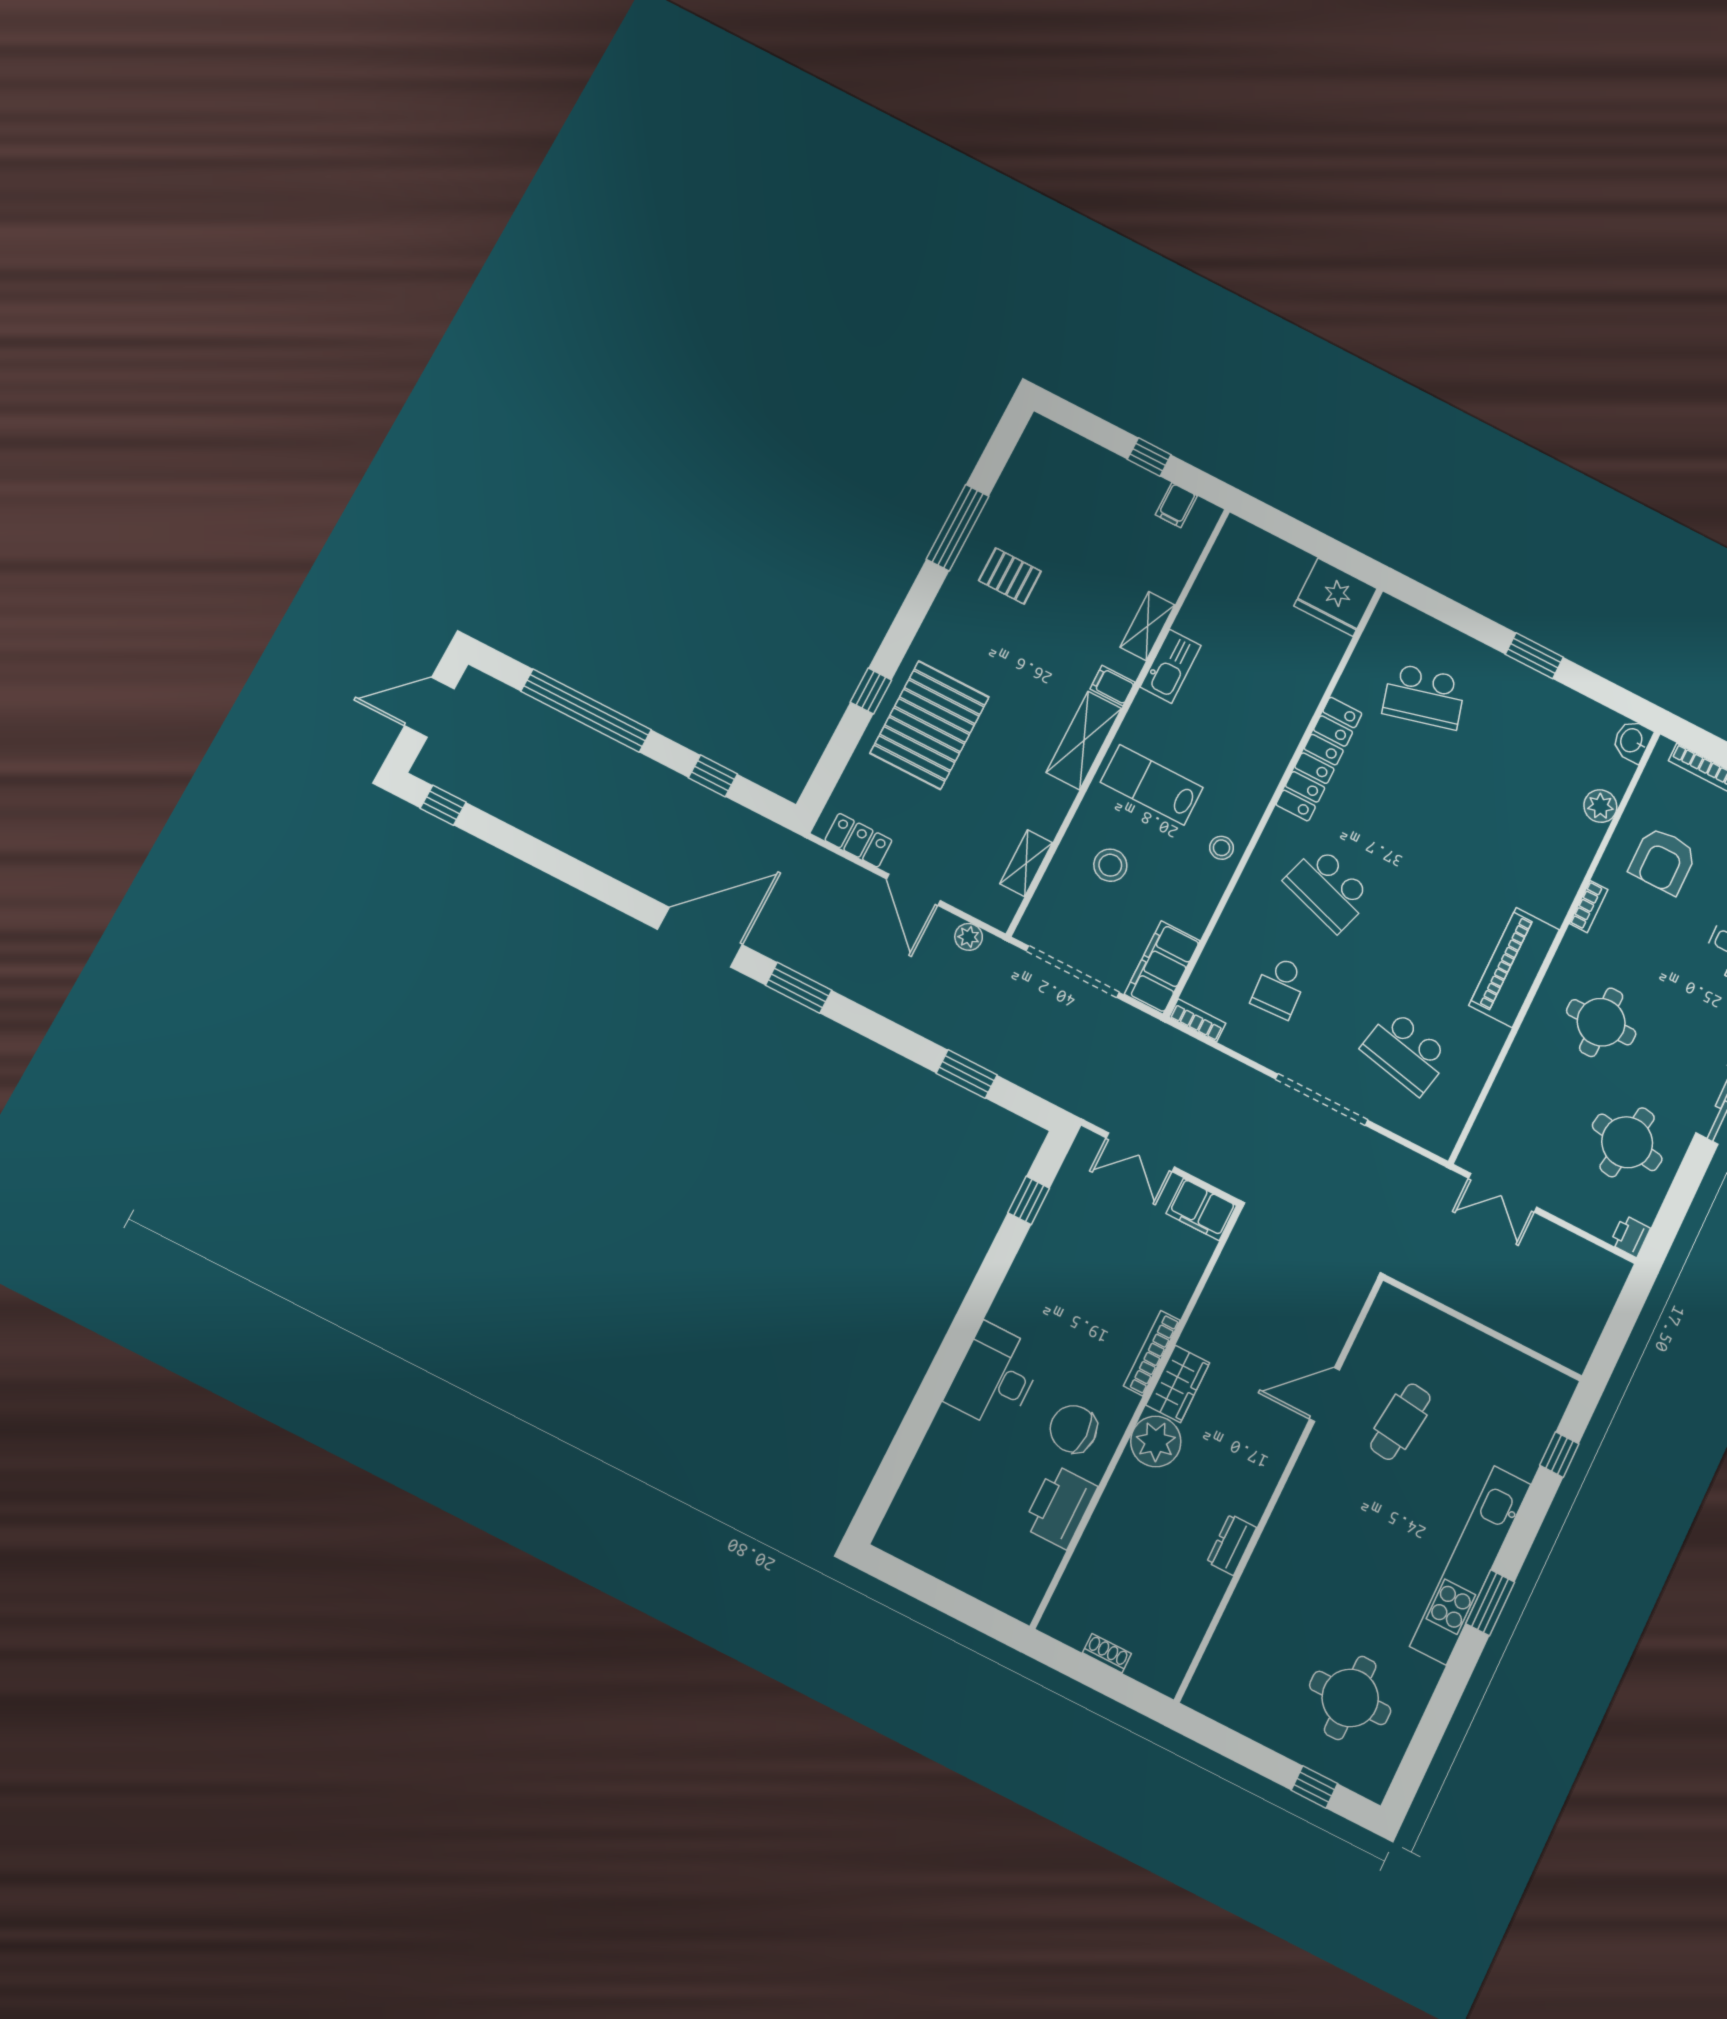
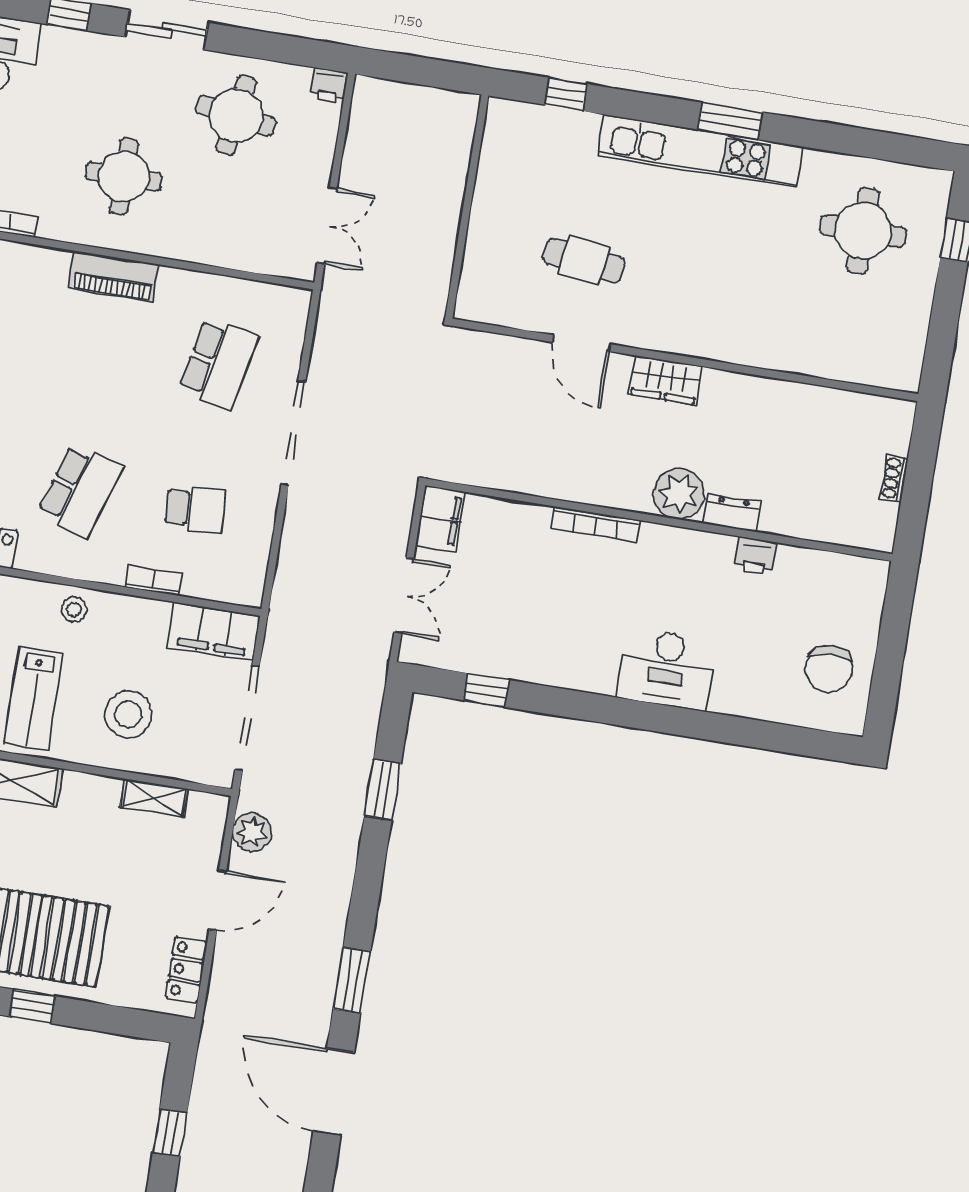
stool: (1110, 865) -> (128, 714), width x1.38, depth x1.38
plant: (969, 937) -> (252, 832), width x1.38, depth x1.38
piano: (1514, 967) -> (114, 276), width x0.73, depth x0.75
bookcase: (1197, 1020) -> (153, 581), moved, turned 90
wardrobe: (1178, 1384) -> (665, 380), moved, turned 180
chair: (1073, 1429) -> (829, 669), moved
printer: (1060, 1507) -> (755, 556), width x0.53, depth x0.68
dresser: (1232, 1545) -> (732, 513), moved, turned 180

